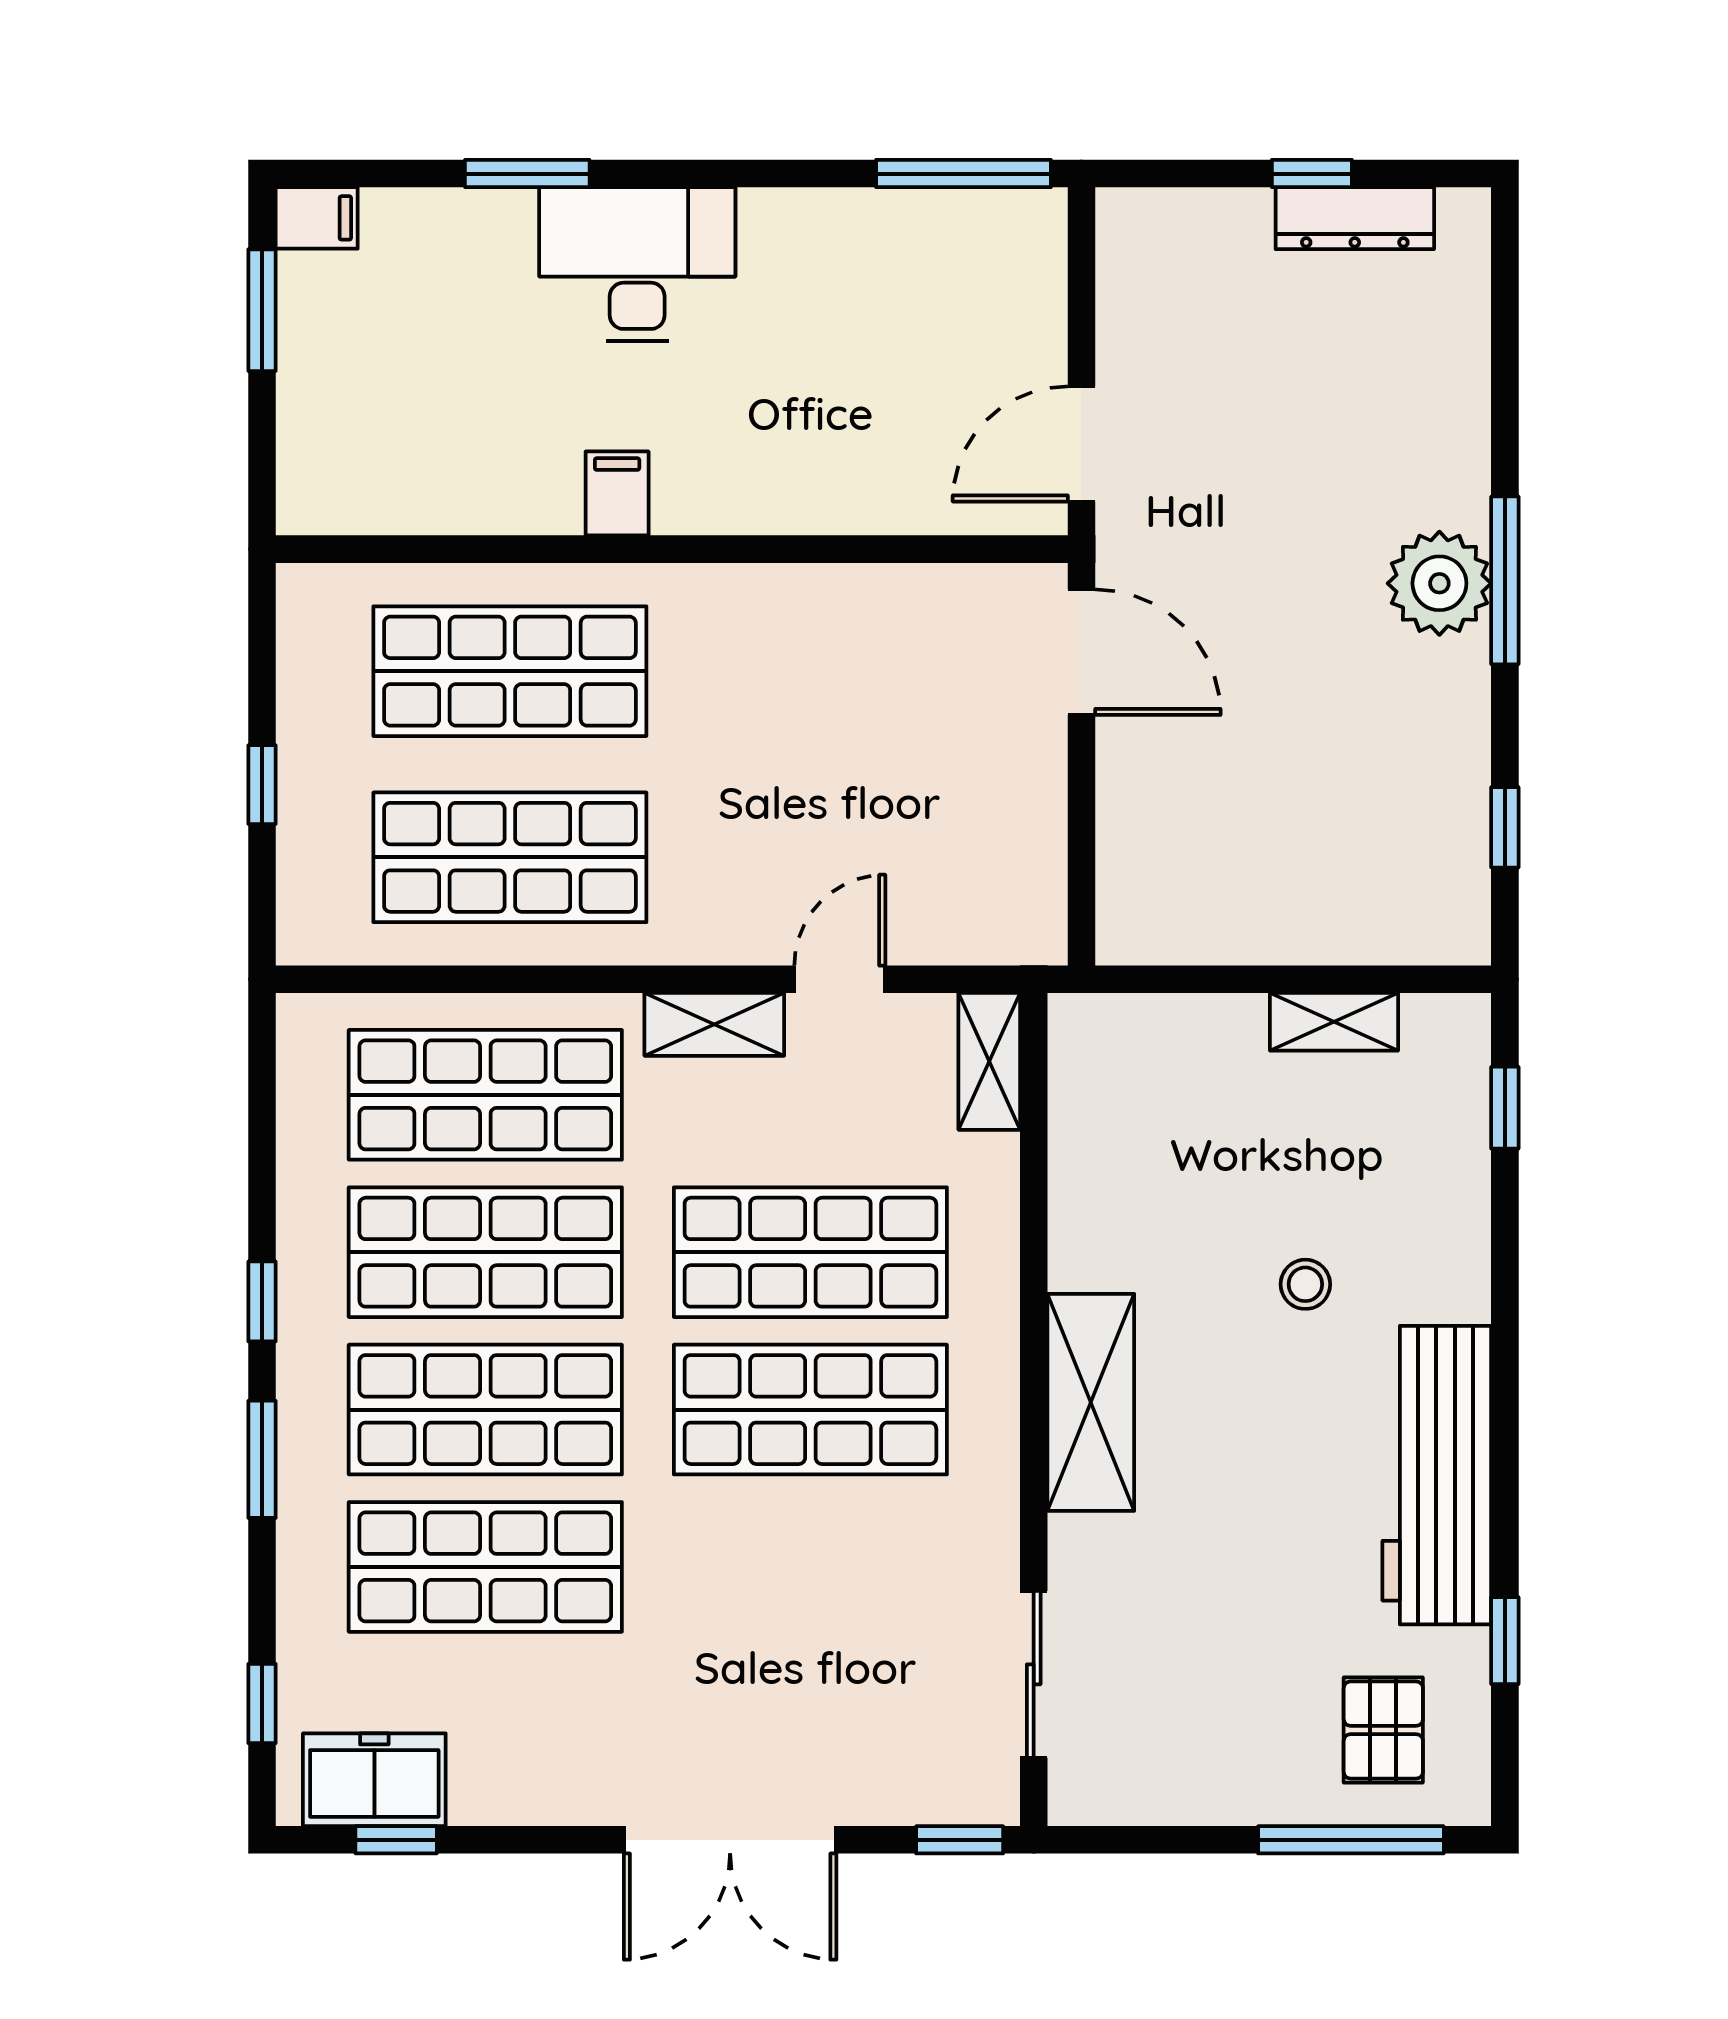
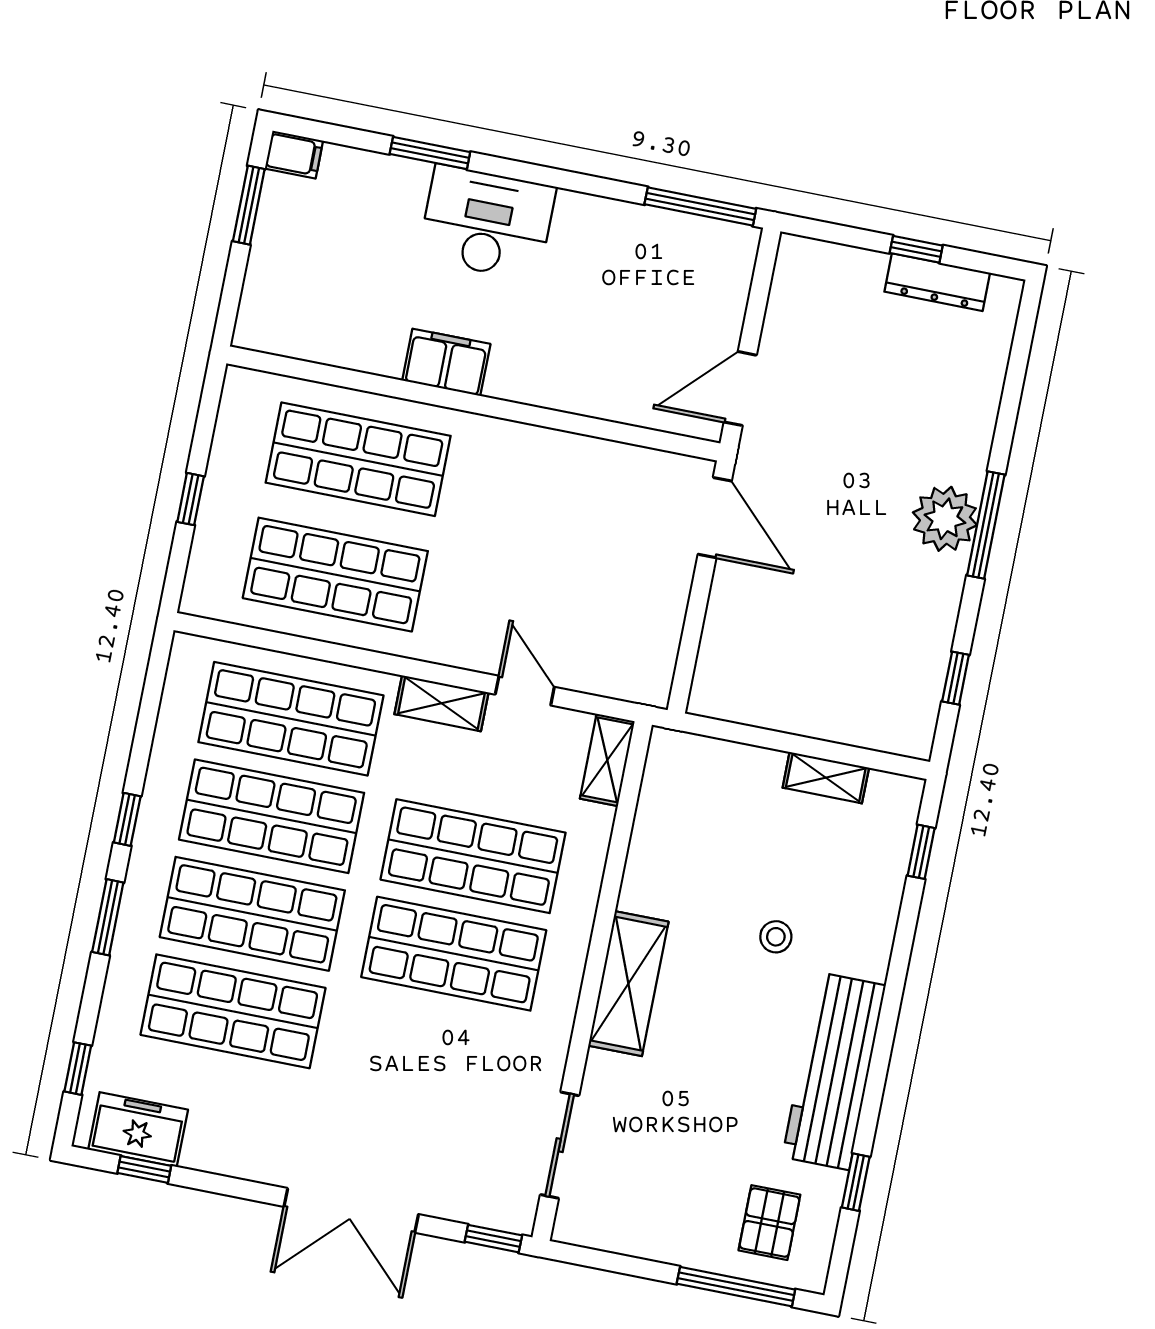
filing cabinet: (617, 493) -> (446, 362), width x2.00
door: (840, 979) -> (525, 691), hinge flipped

